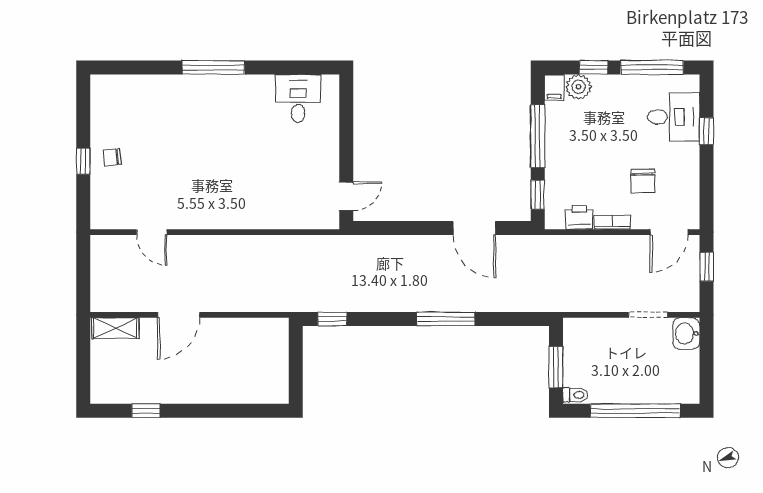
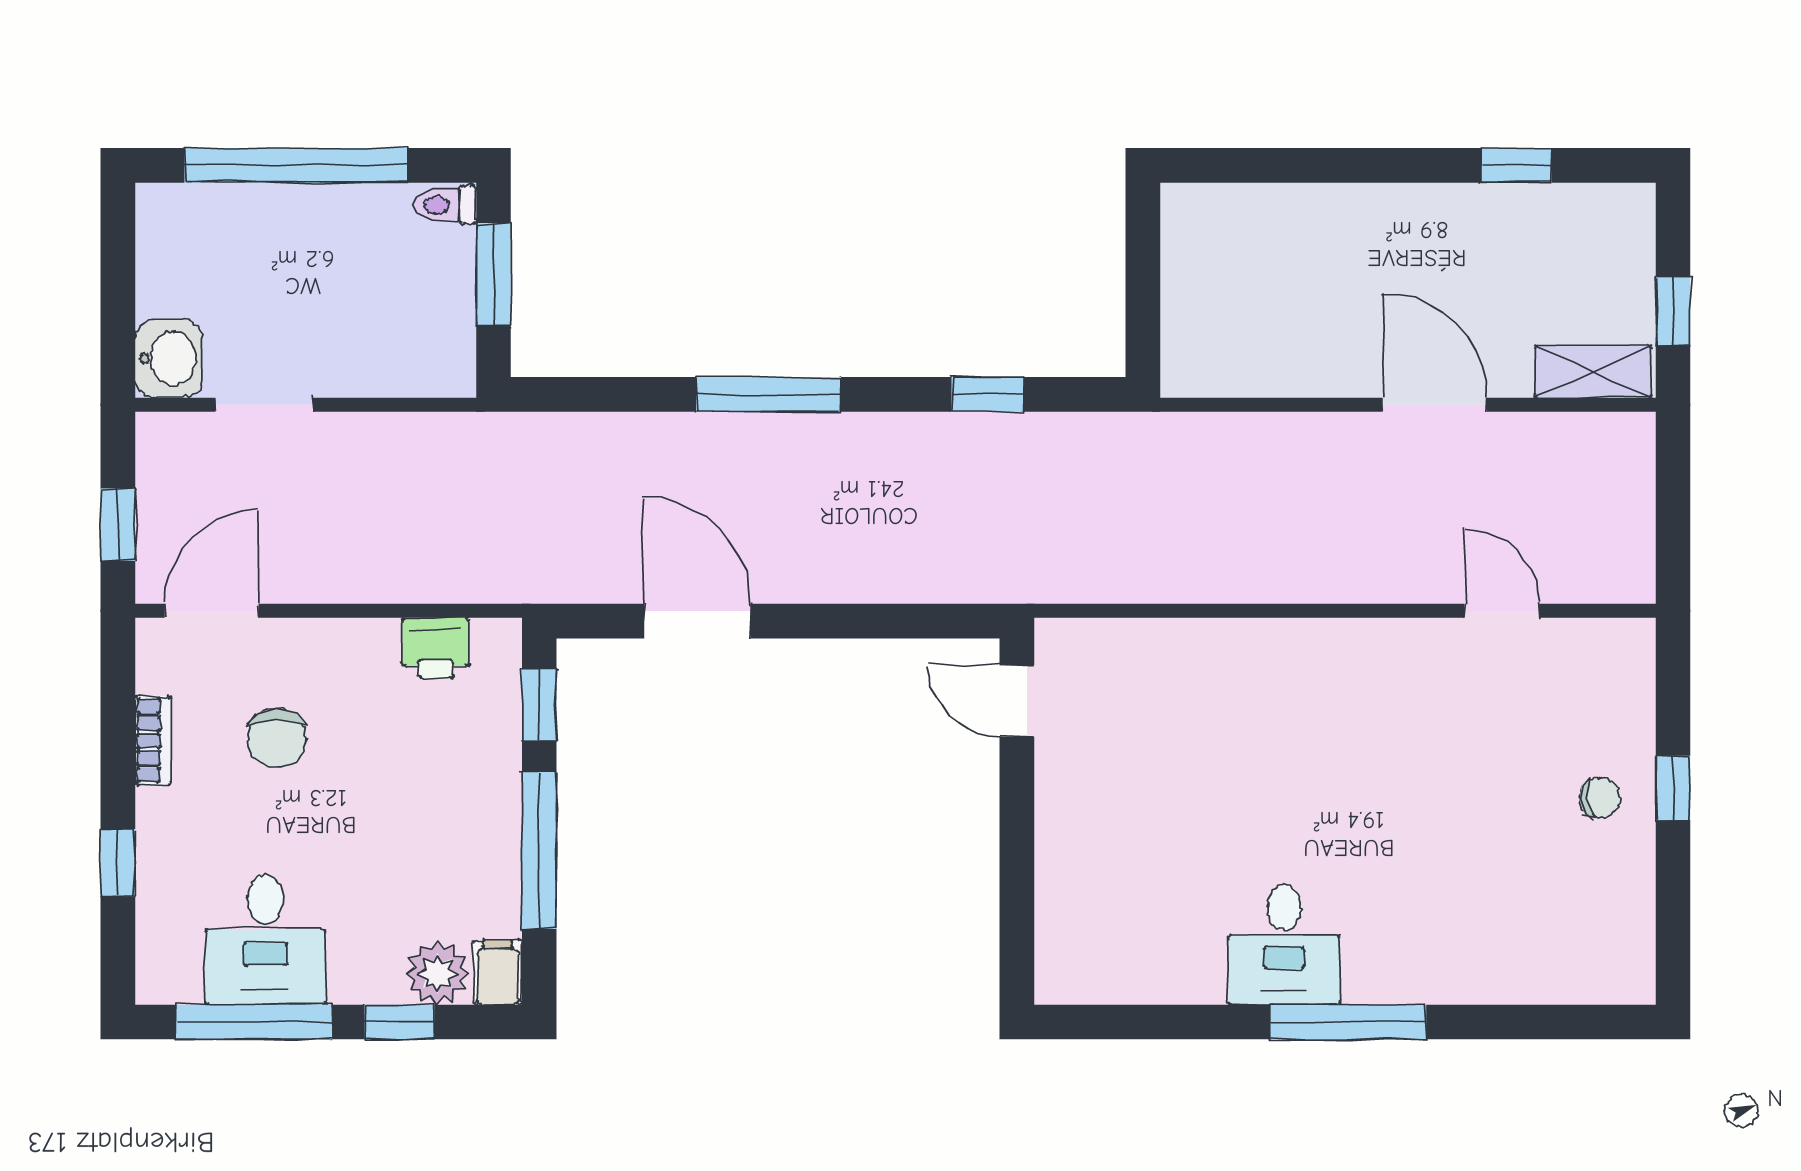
desk: (298, 98) -> (1284, 945), moved
desk: (674, 117) -> (265, 940), moved, turned -90
chair: (643, 181) -> (277, 738), turned 180
door: (346, 196) -> (1017, 701), hinge flipped
bookcase: (612, 222) -> (153, 740), moved, turned -90
door: (179, 315) -> (1435, 405), hinge flipped
window: (332, 319) -> (987, 394), moved
window: (83, 352) -> (1673, 311), added

